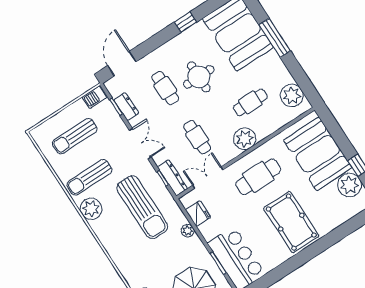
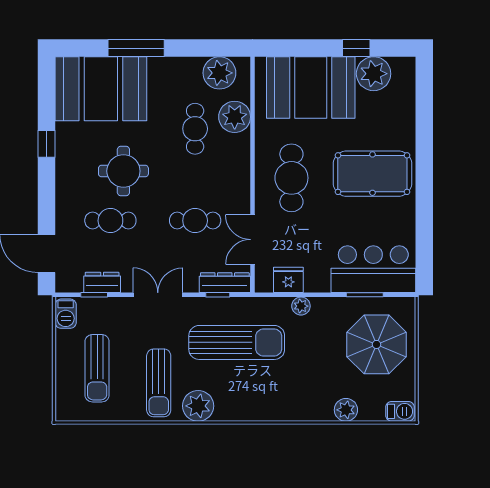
plant: (245, 139) -> (235, 117), moved

